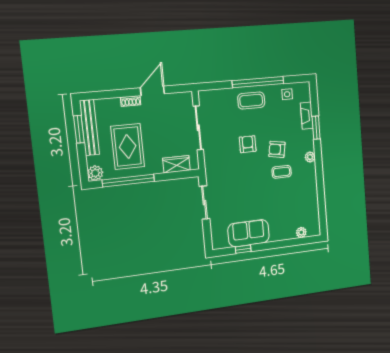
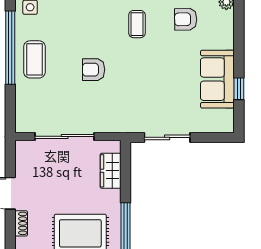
armchair: (277, 149) -> (186, 19), moved, turned 79

